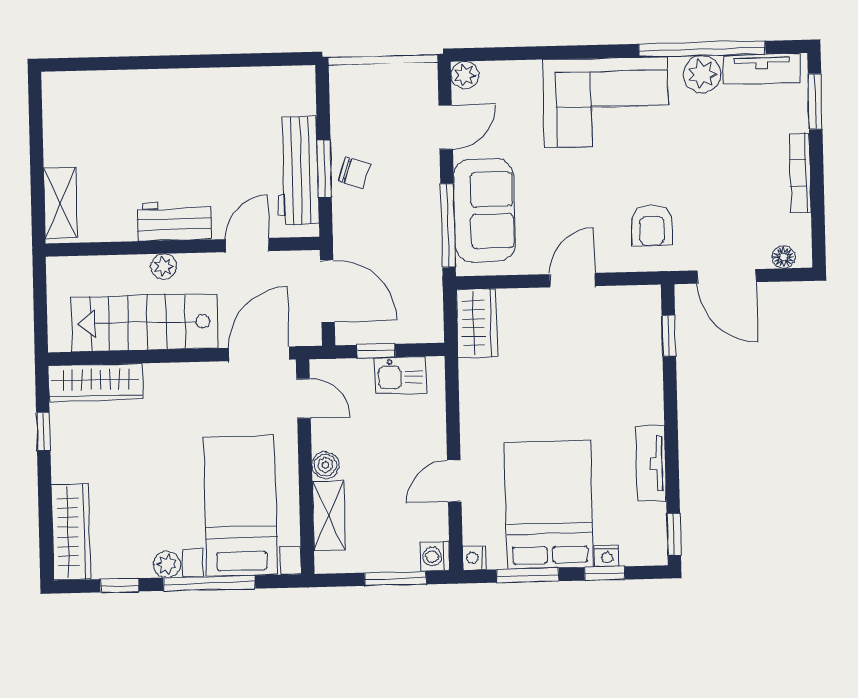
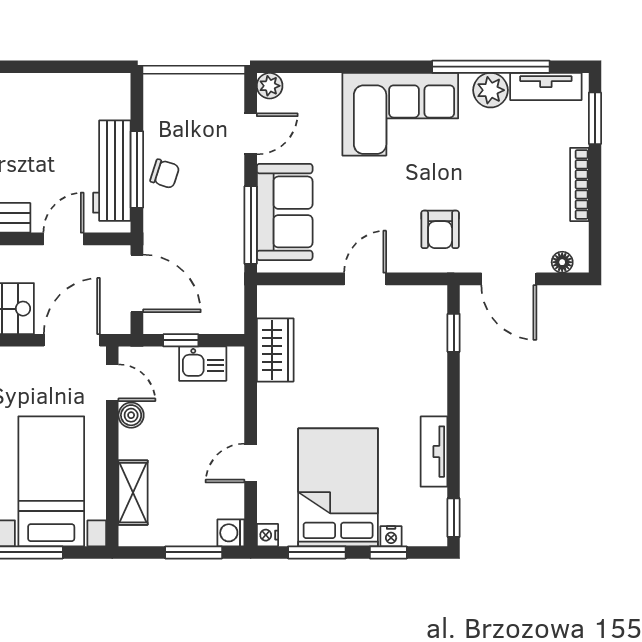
window: (324, 169) -> (137, 169), width x1.44
wardrobe: (477, 323) -> (275, 350), moved
boiler: (325, 465) -> (131, 415), moved

